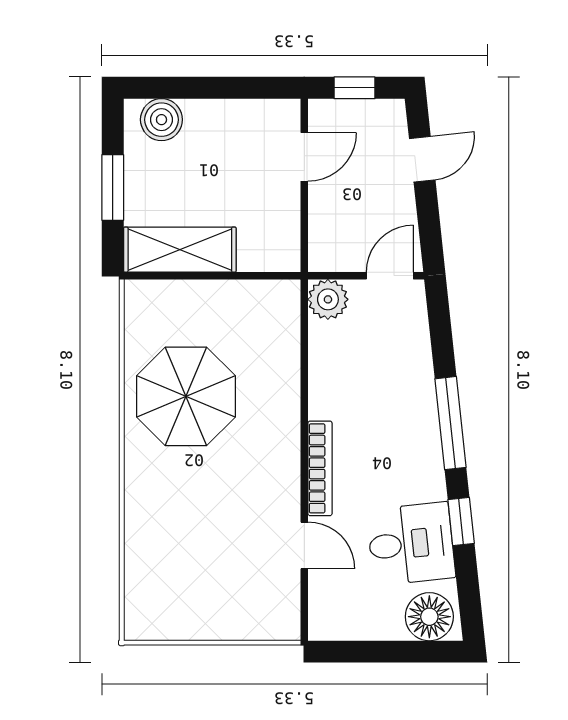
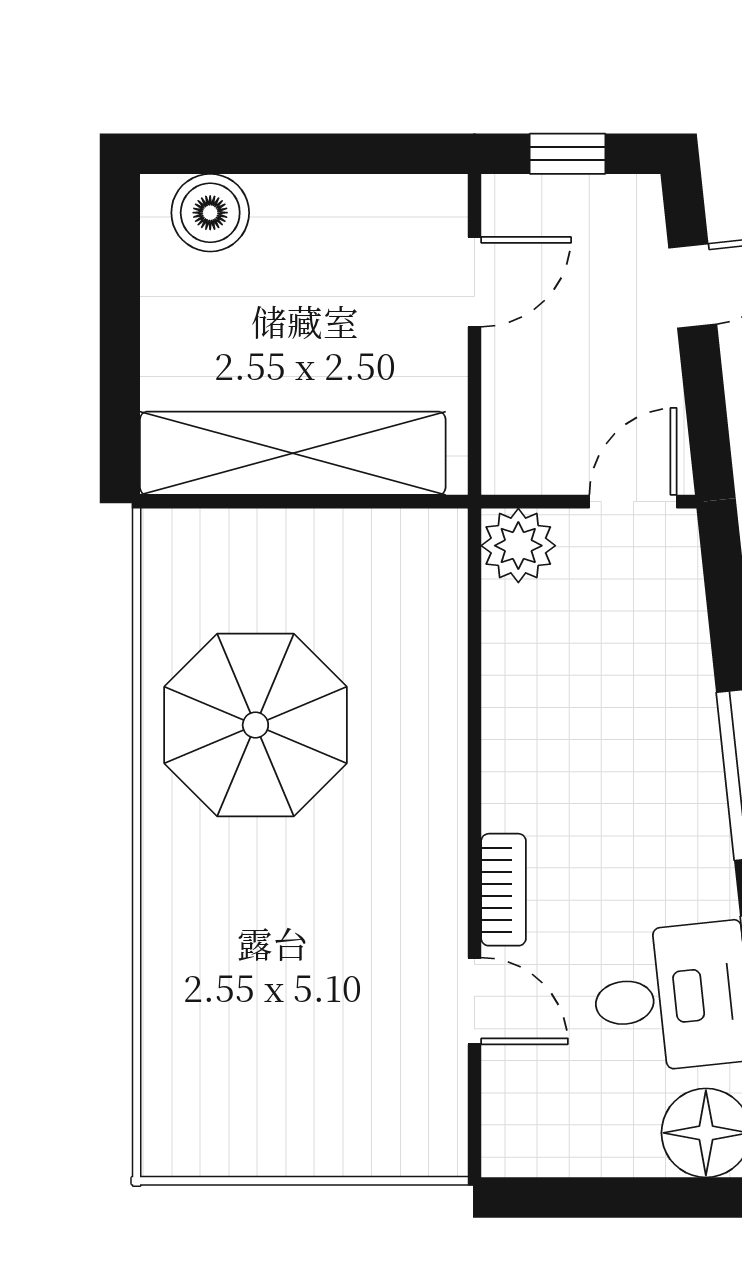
window: (113, 188) -> (120, 338), removed
shelving: (180, 250) -> (293, 453), width x1.47
bookcase: (320, 468) -> (504, 890), width x0.64

